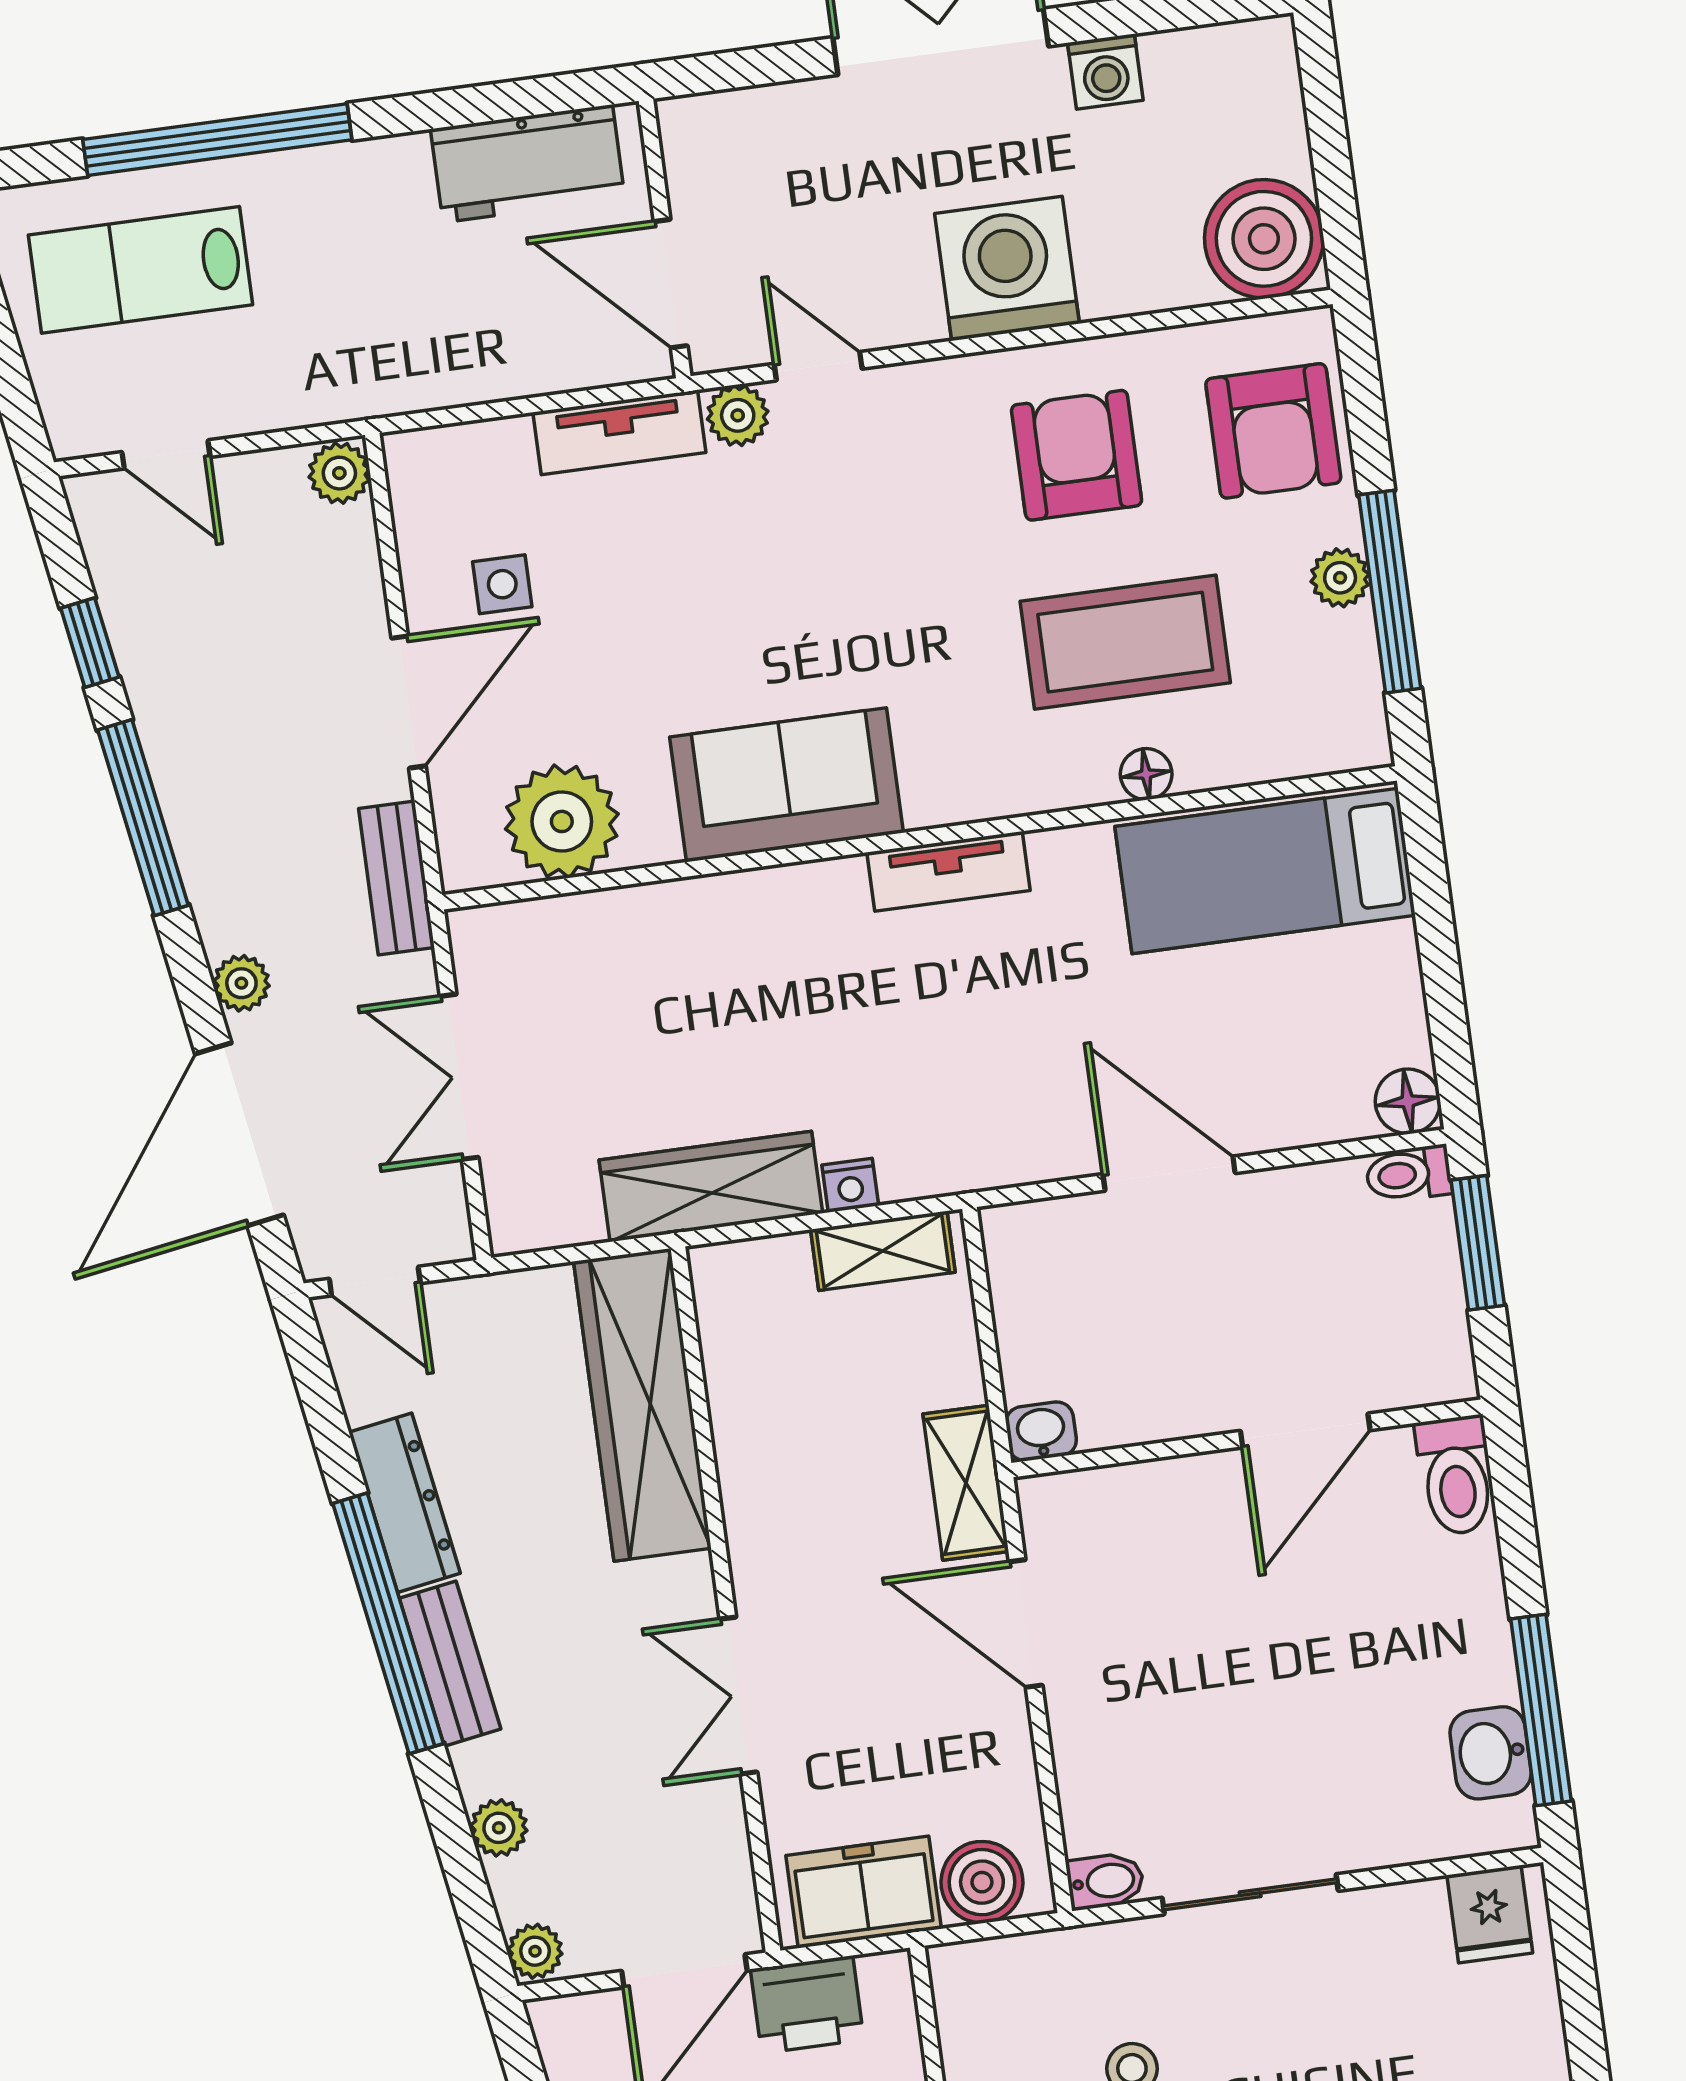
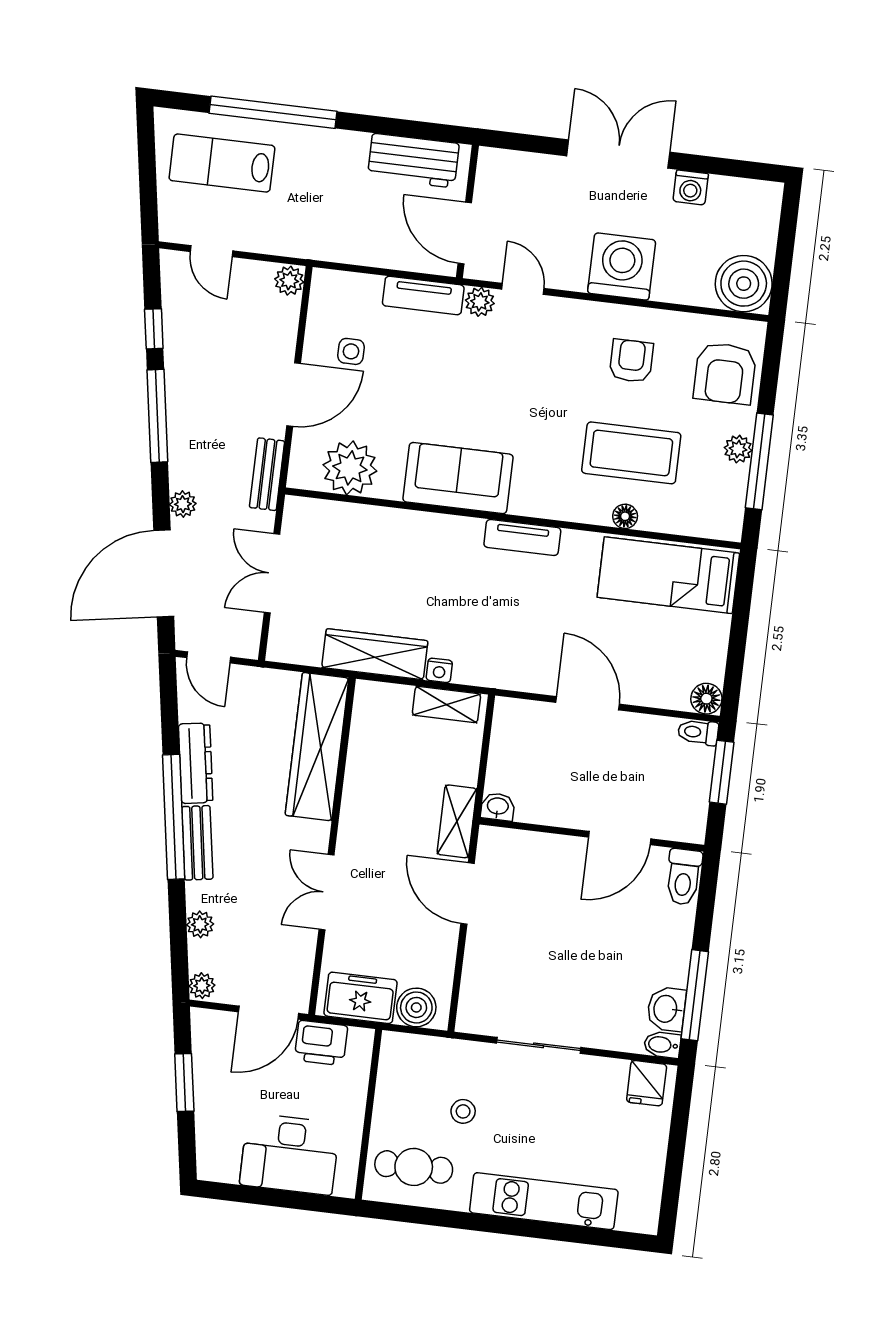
armchair: (1077, 455) -> (631, 361), width x0.72, depth x0.72
bidet: (1105, 1881) -> (662, 1045), moved, turned 180

